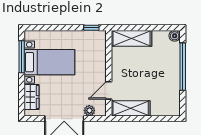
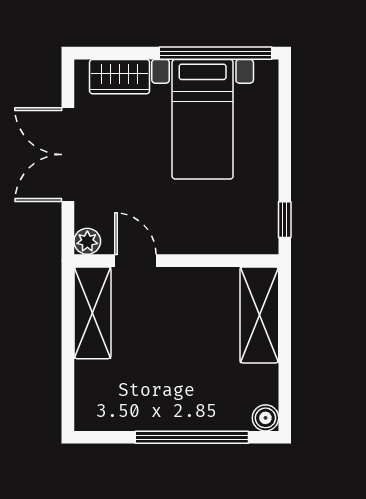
window: (22, 57) -> (216, 53), width x1.46
plant: (89, 111) -> (87, 241), moved

